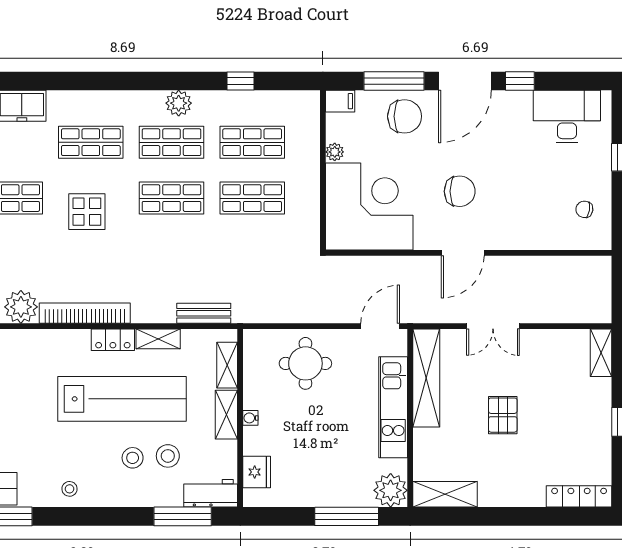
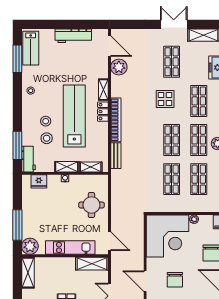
bookcase: (85, 313) -> (116, 120), moved
shelving: (158, 339) -> (103, 90), moved
shelving: (426, 378) -> (92, 264), width x0.68
lab bench: (122, 399) -> (74, 116), turned 180

